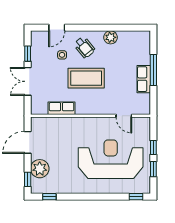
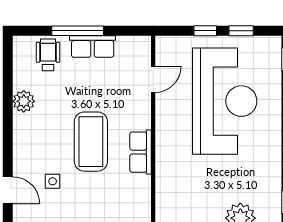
wheelchair: (84, 47) -> (48, 55), moved, turned -50
row of seats: (62, 108) -> (141, 152), moved
reception desk: (111, 159) -> (225, 101), turned 180

